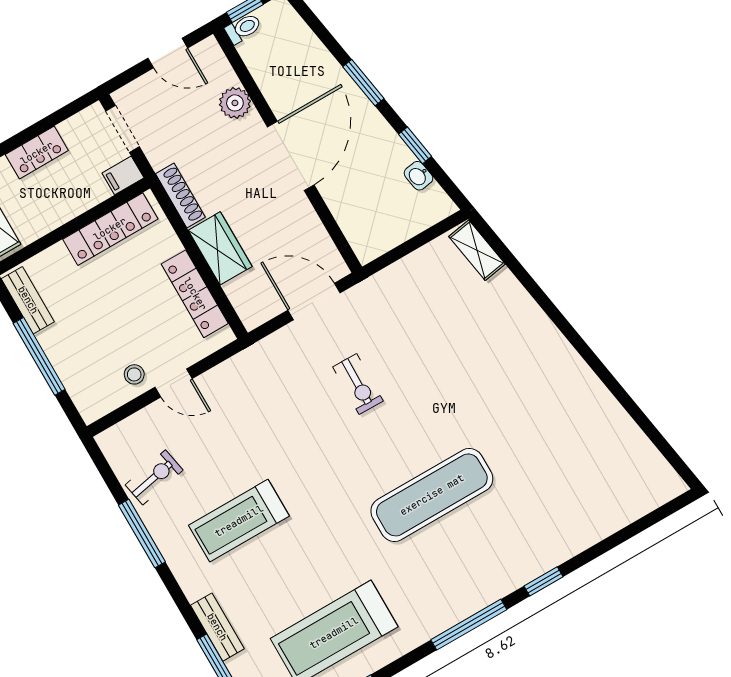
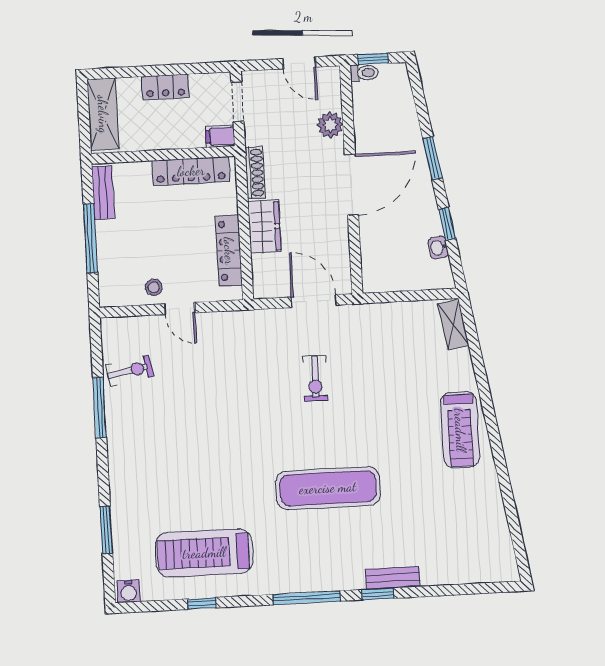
treadmill: (239, 521) -> (460, 430), moved, turned -90
bench: (217, 627) -> (393, 578), moved, turned 90

